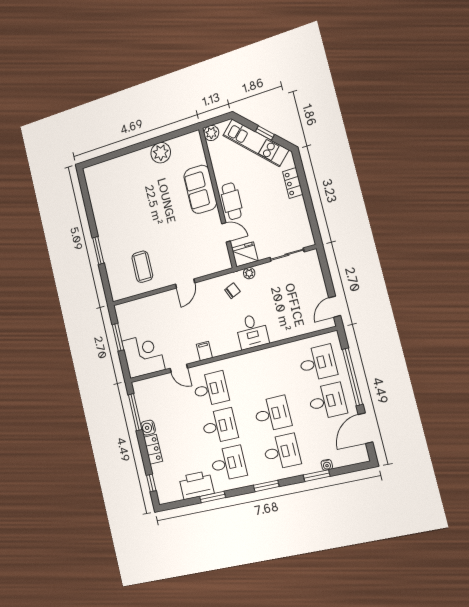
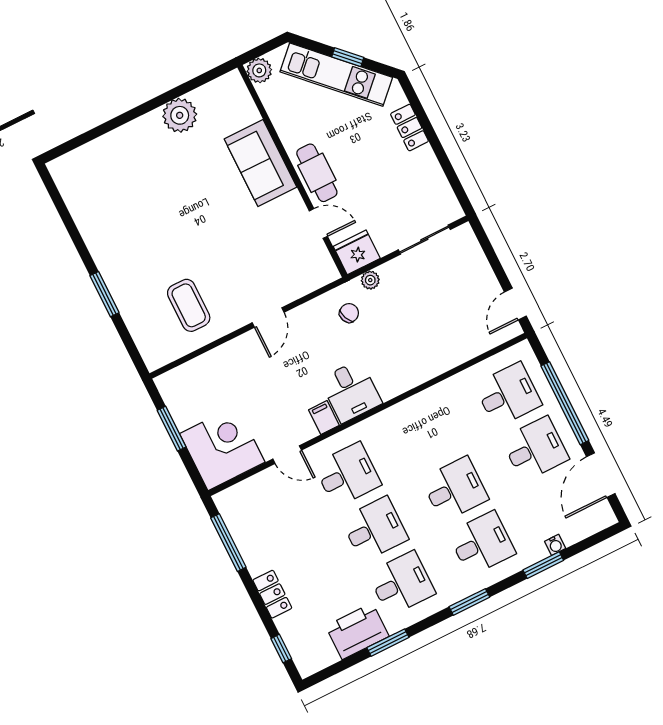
desk: (252, 331) -> (351, 391), moved
water cooler: (148, 428) -> (256, 562), removed

